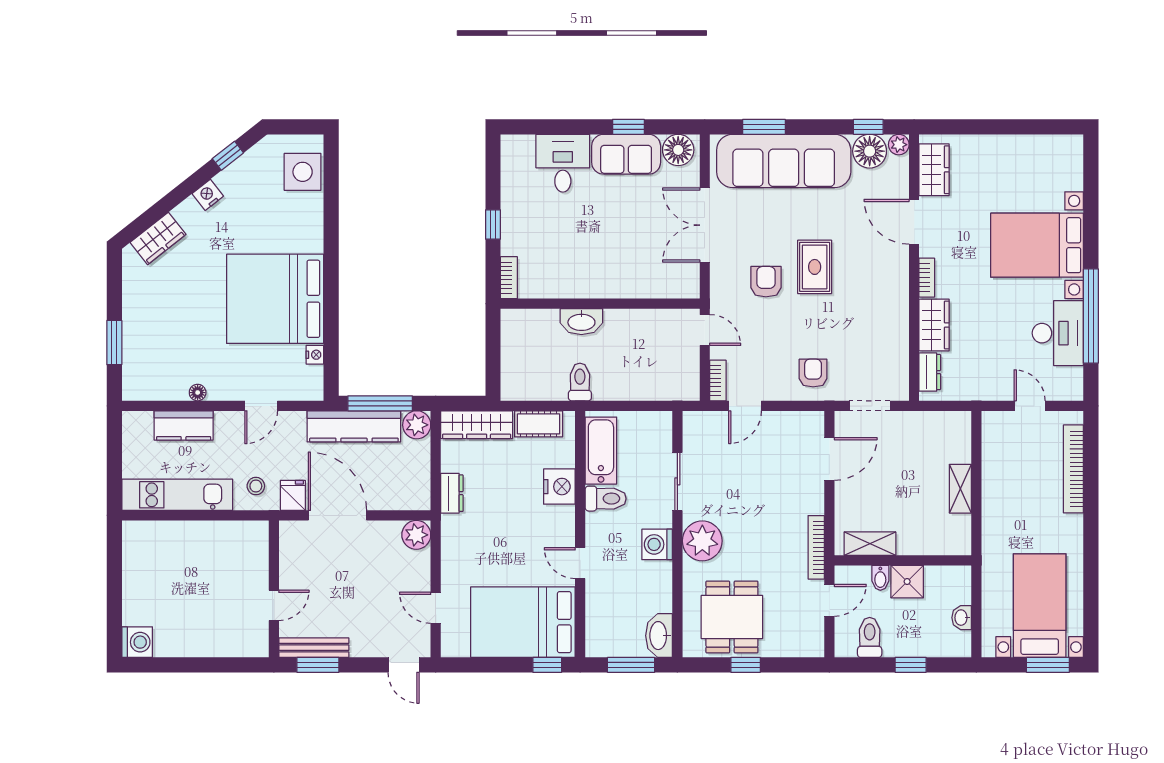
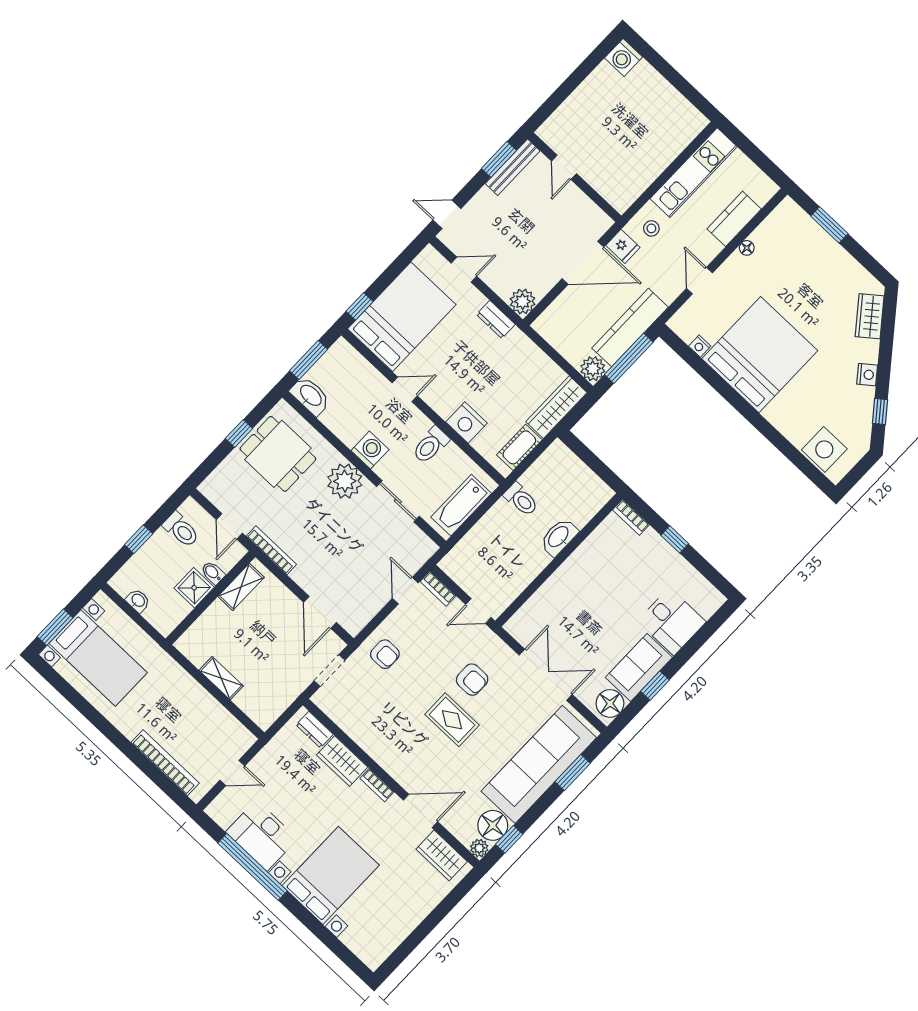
bathtub: (601, 451) -> (461, 505), moved, turned 90
dresser: (452, 493) -> (496, 319), moved

